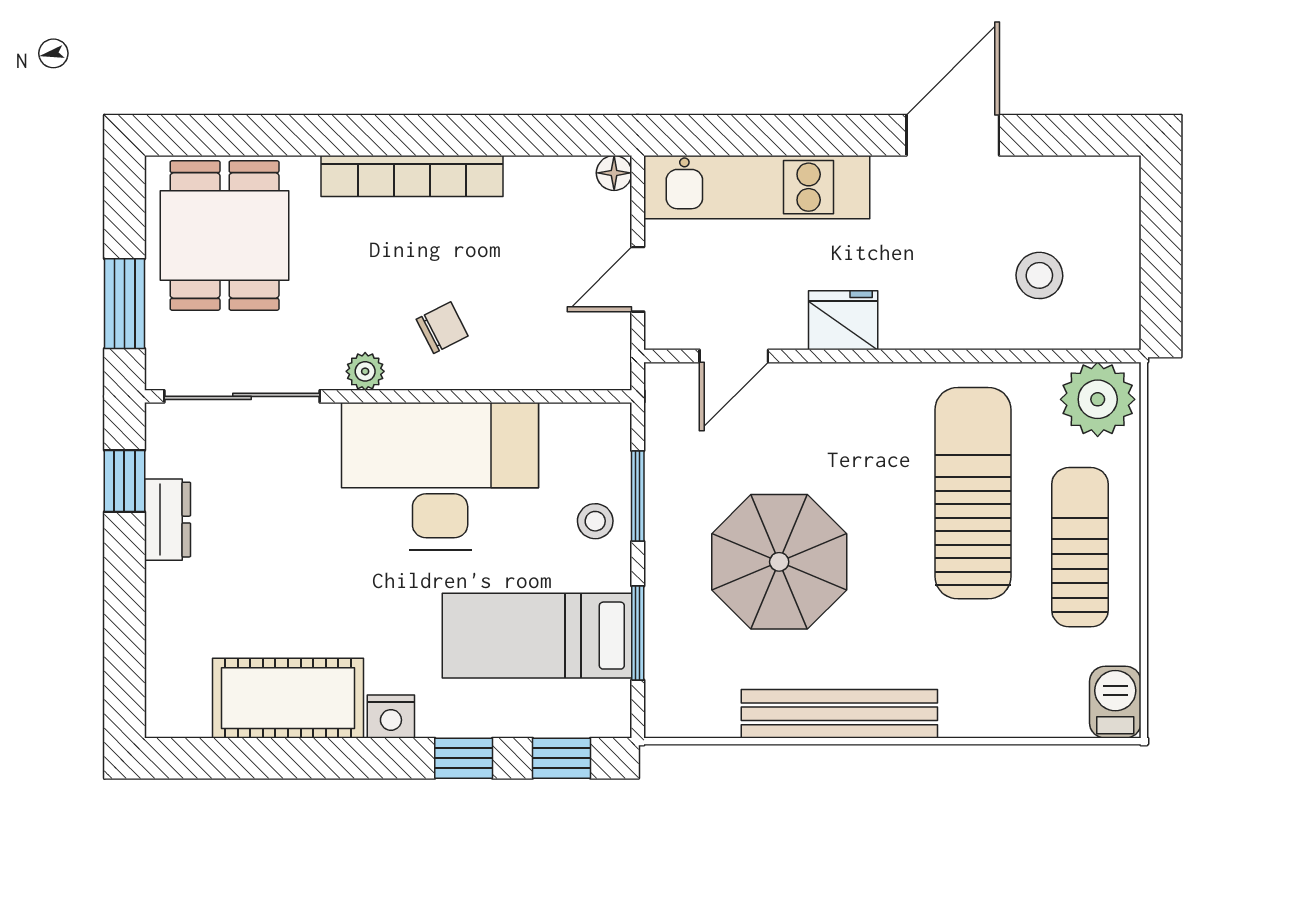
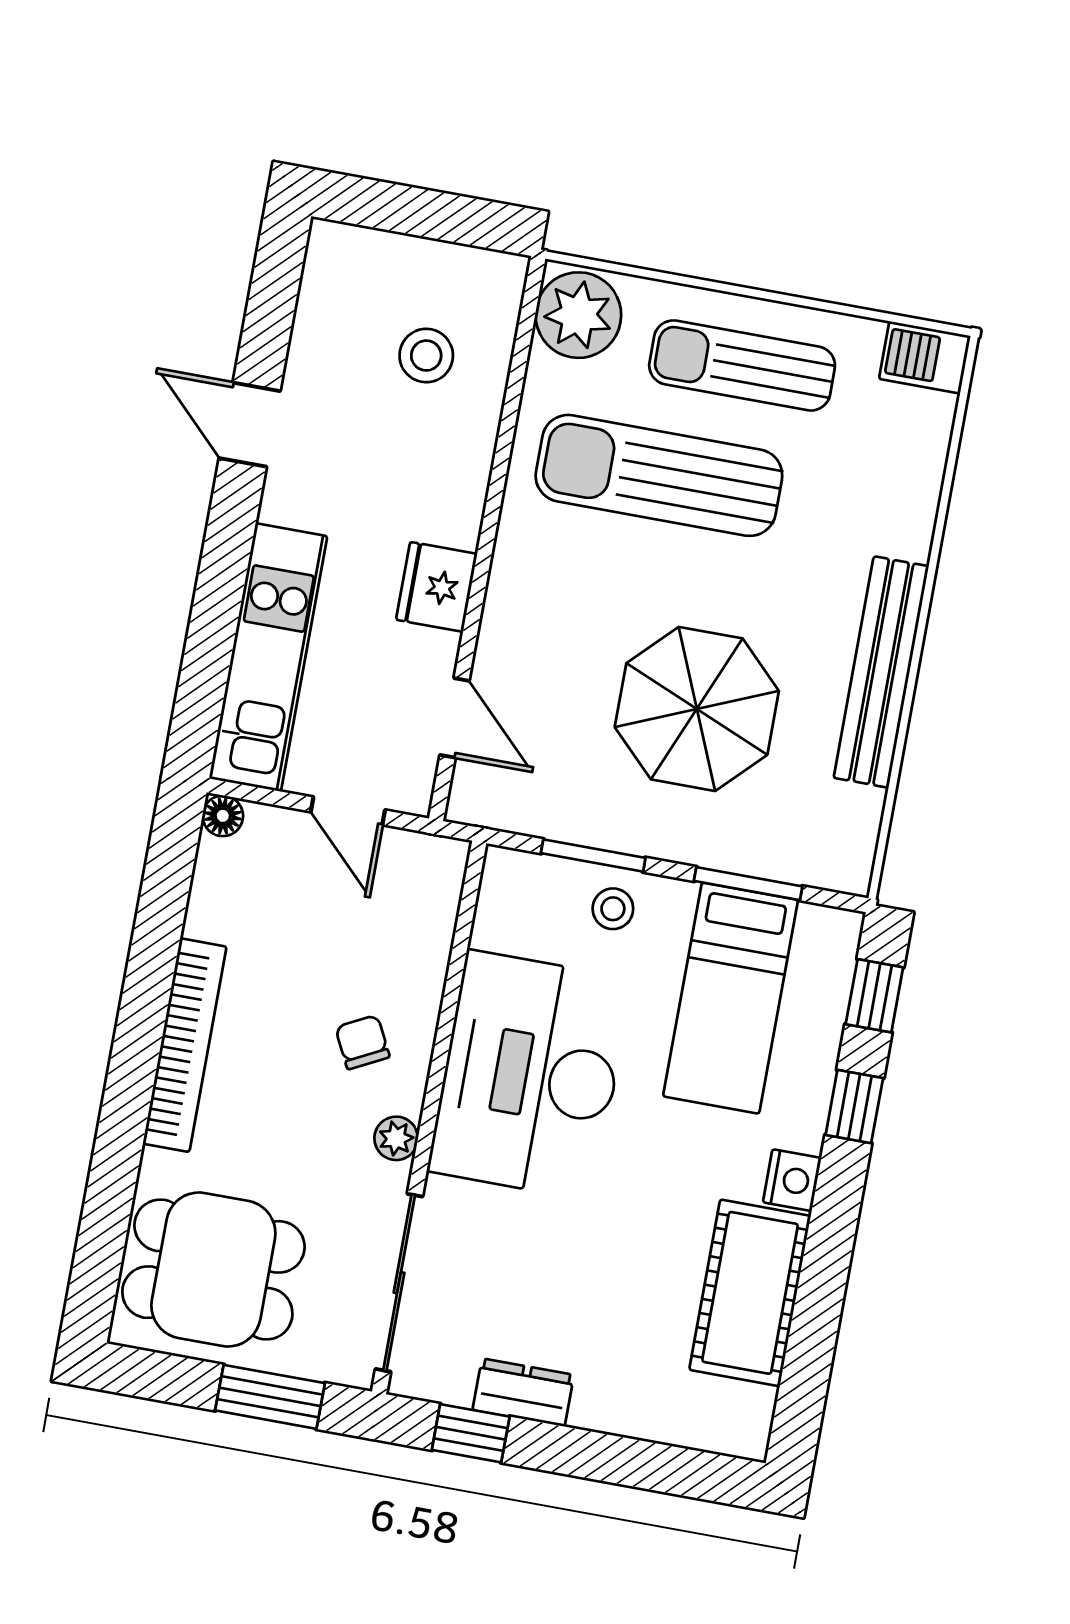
door: (953, 135) -> (250, 425), width x0.73

